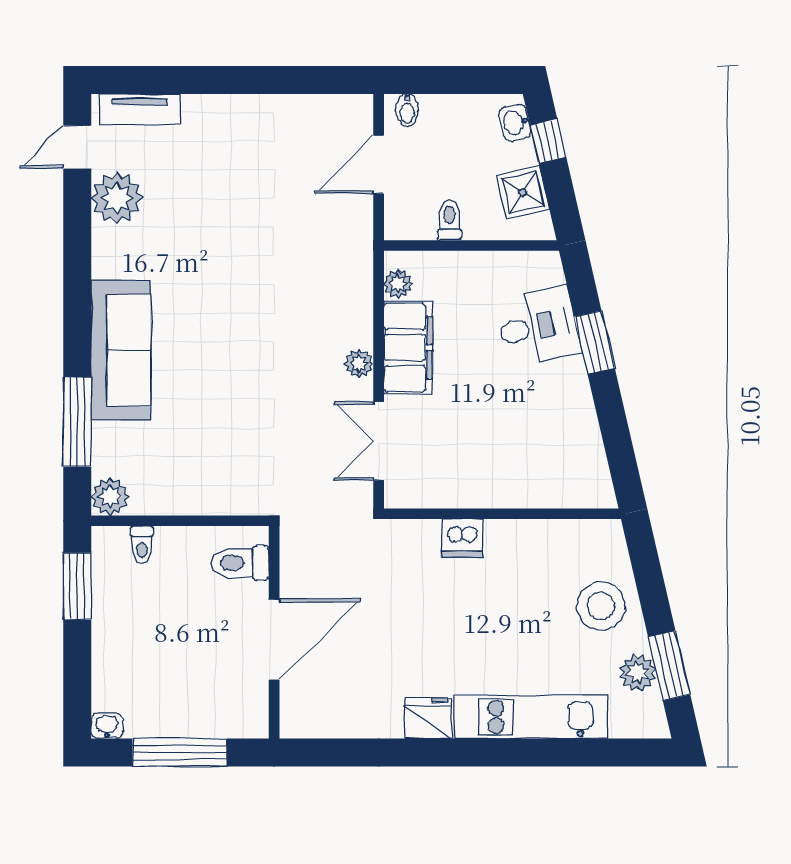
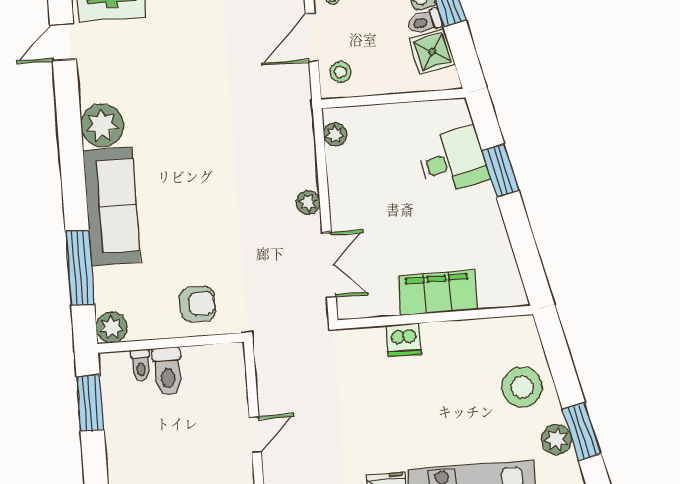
plant: (117, 198) -> (102, 125), moved
stool: (410, 209) -> (340, 72), added
toilet: (450, 220) -> (425, 22), moved, turned -103
filing cabinet: (408, 347) -> (437, 293), moved, turned -90
double door: (379, 441) -> (329, 265), swing flipped
armchair: (216, 476) -> (198, 304), added
toilet: (240, 563) -> (167, 371), moved, turned -90
door: (274, 639) -> (255, 435), width x0.53

